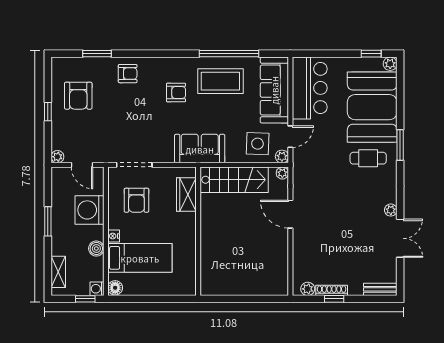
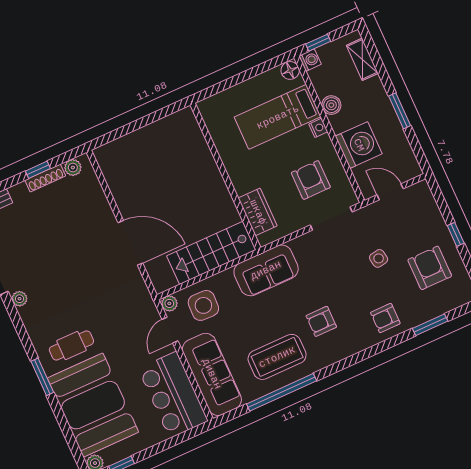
side table: (113, 120) -> (379, 258), added
plant: (57, 157) -> (422, 189), removed
plant: (282, 173) -> (160, 285), removed
door: (290, 214) -> (130, 243), width x1.36

